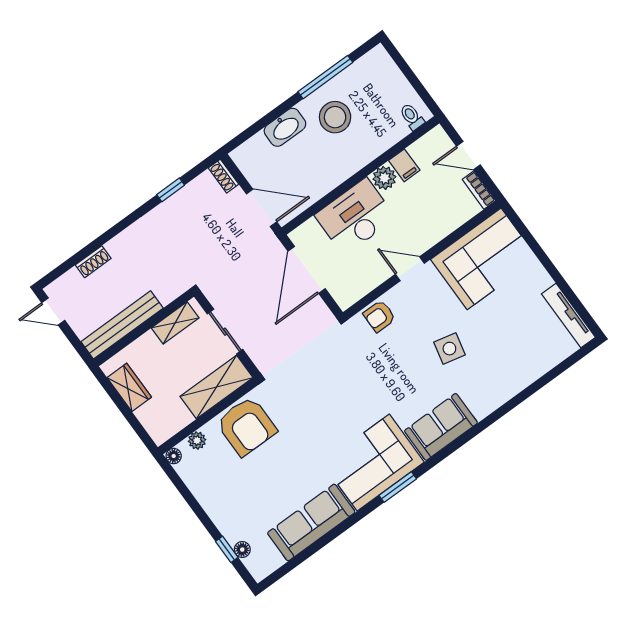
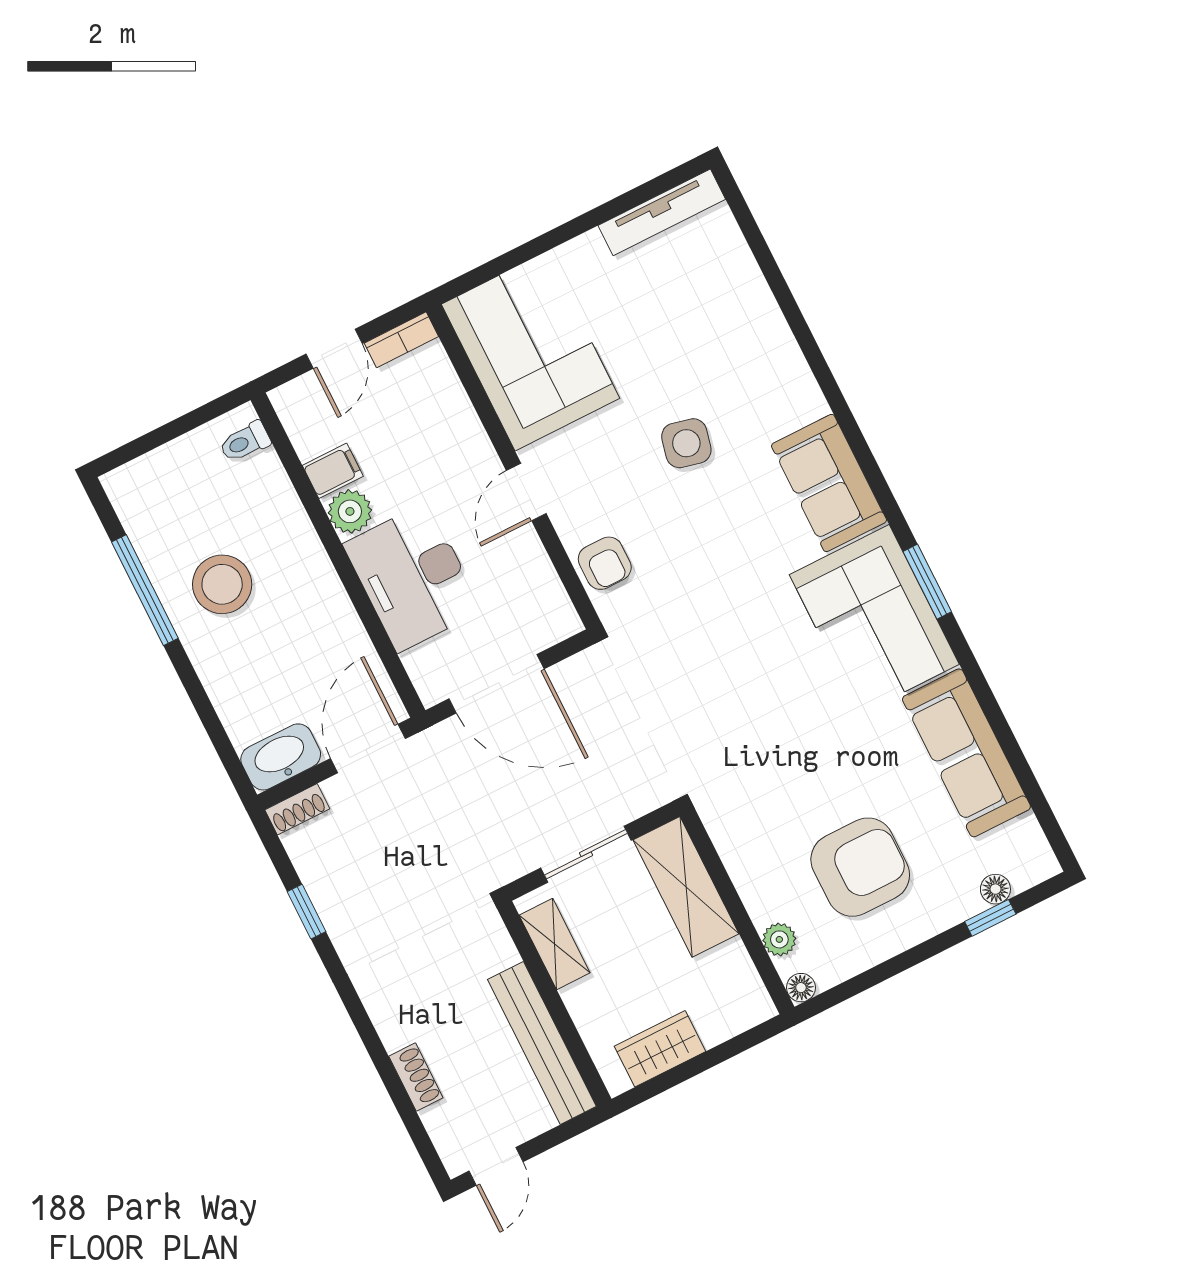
washbasin: (285, 127) -> (281, 757), moved, turned -90
armchair: (246, 426) -> (860, 867), moved

